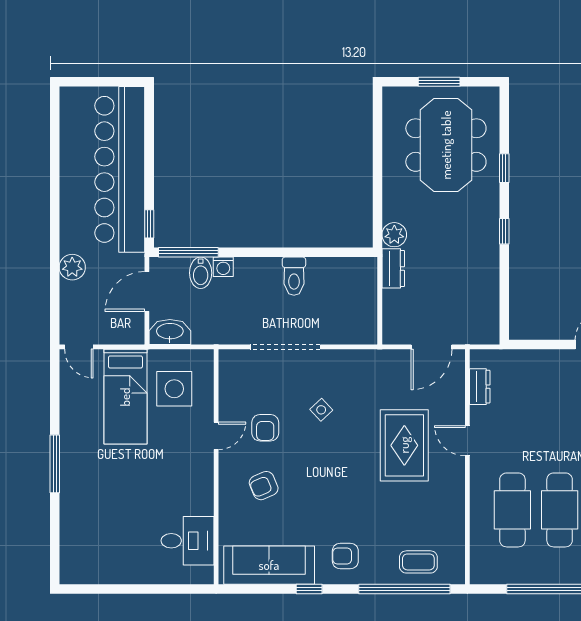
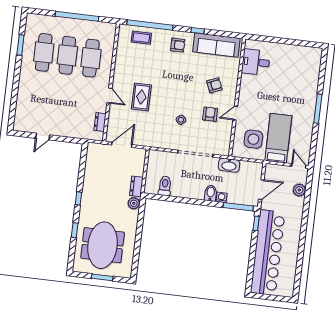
plant: (72, 267) -> (299, 190), moved
bidet: (201, 273) -> (211, 193), moved
toilet: (294, 276) -> (165, 186), moved
washbasin: (170, 332) -> (229, 165), moved
rug: (404, 445) -> (141, 97), width x0.73, depth x0.70

